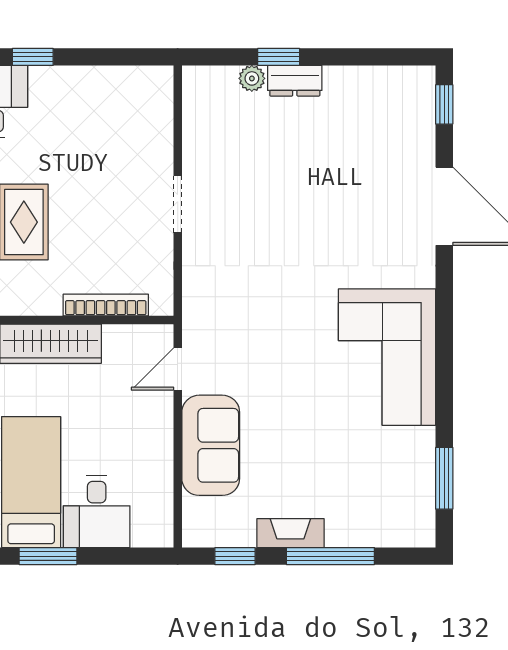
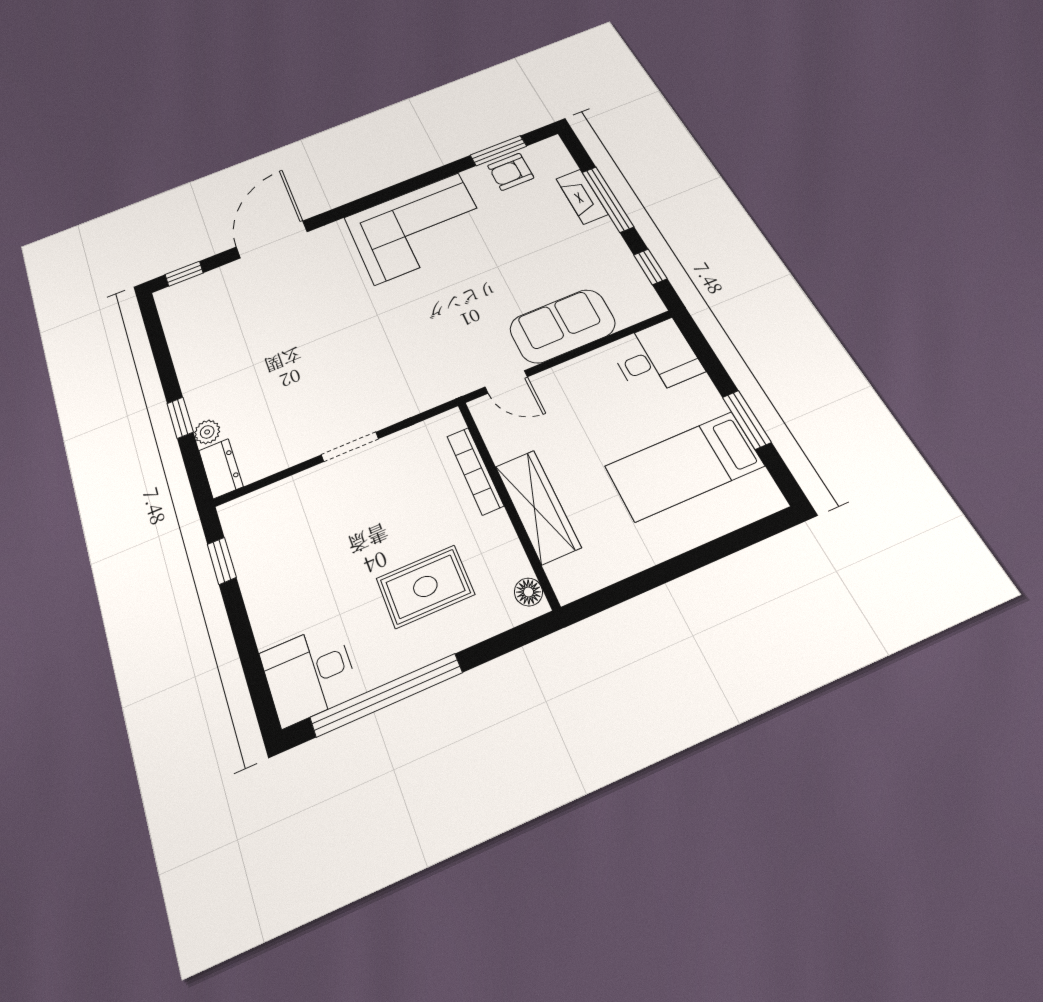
window: (33, 57) -> (222, 561), moved
dresser: (295, 81) -> (221, 468), moved
armchair: (411, 478) -> (511, 172), added
desk: (97, 512) -> (656, 358), moved
fireplace: (290, 533) -> (582, 197), moved

